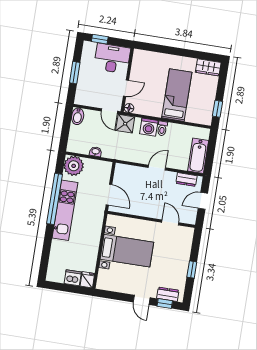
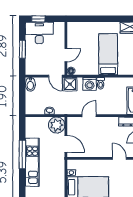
desk: (112, 58) -> (39, 33), moved
plant: (74, 166) -> (57, 125), moved
door: (157, 168) -> (89, 116), moved
window: (55, 199) -> (22, 154), width x0.68

